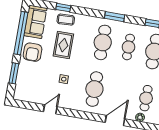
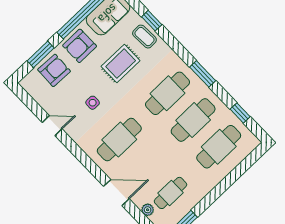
cafe table: (128, 47) -> (193, 120), width x1.37, depth x1.35
armchair: (28, 77) -> (54, 70), added

